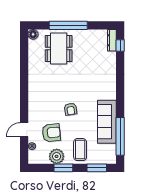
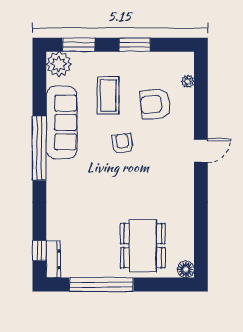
window: (68, 25) -> (101, 285), moved
door: (24, 130) -> (201, 151), moved
window: (120, 136) -> (39, 148), moved
coffee table: (80, 150) -> (108, 95), moved
plant: (57, 156) -> (59, 64), moved

